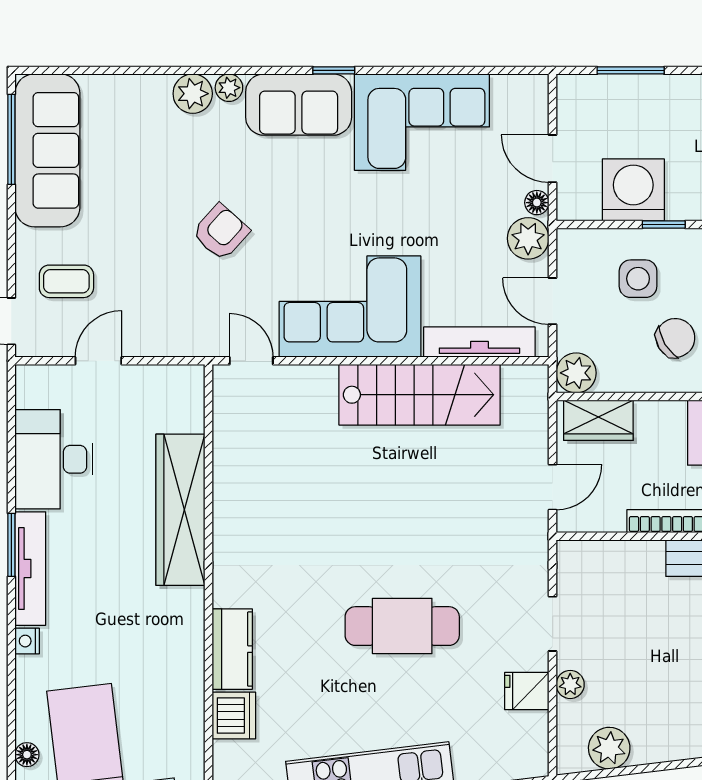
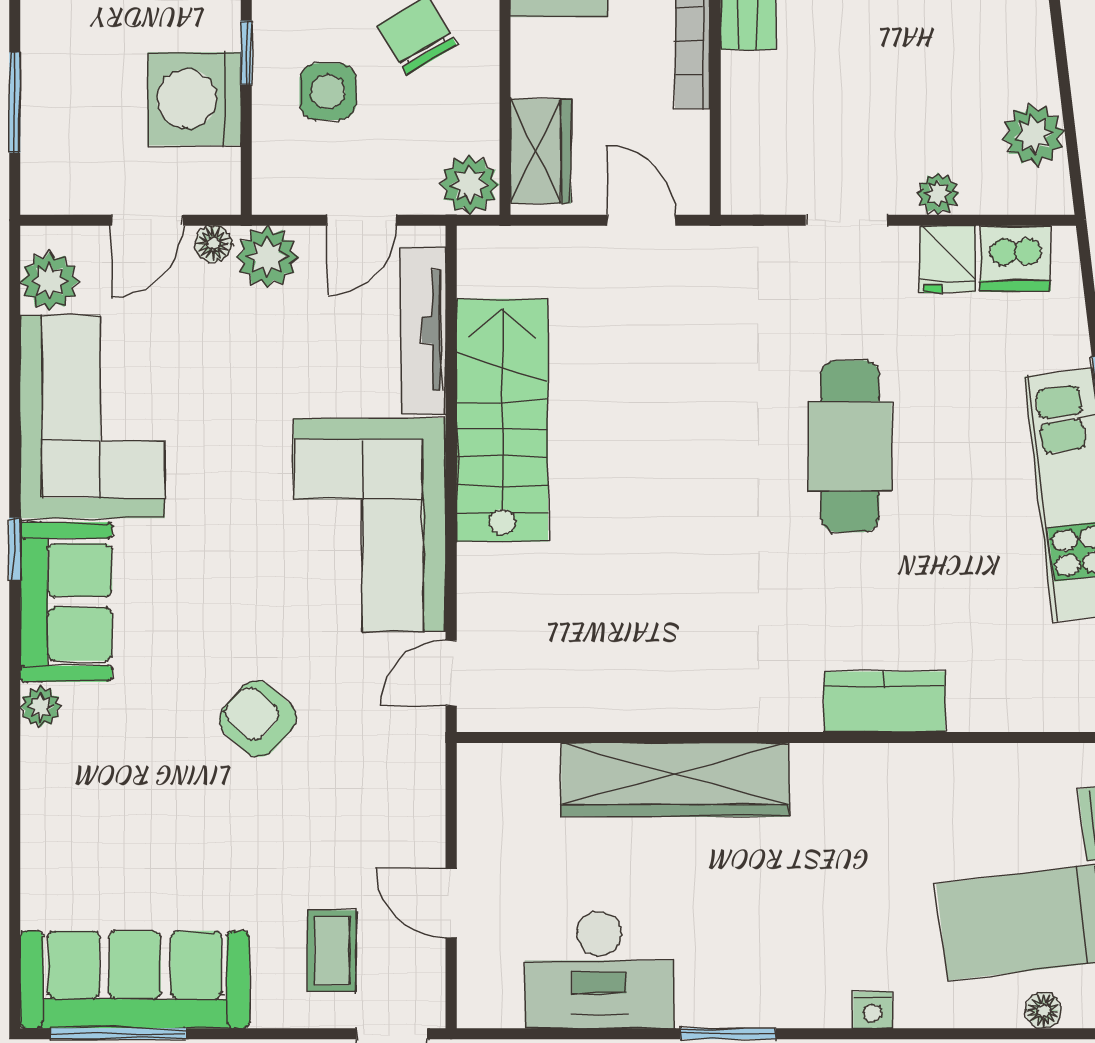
plant: (193, 94) -> (50, 281), moved
tv unit: (30, 569) -> (764, 1005), removed
dishwasher: (234, 715) -> (1015, 258), moved, turned 180

